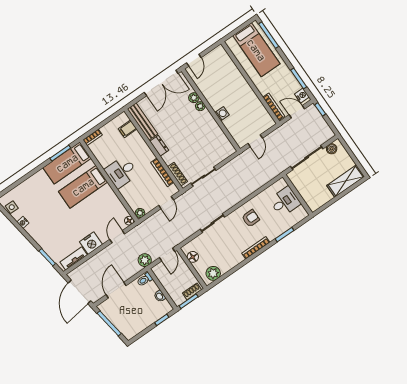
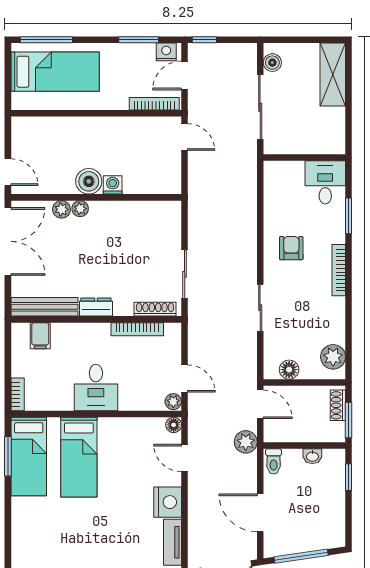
boiler: (216, 101) -> (89, 181), added
door: (255, 141) -> (185, 137), moved
desk: (285, 202) -> (325, 182), moved
door: (166, 203) -> (185, 379), moved

